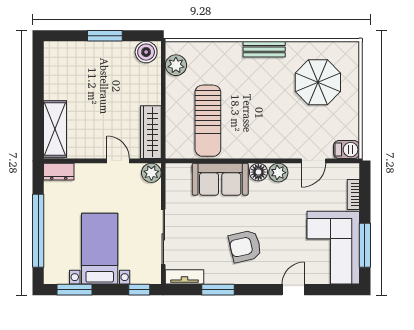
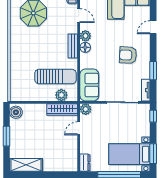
bench: (264, 49) -> (73, 46), moved
plant: (176, 65) -> (61, 95), moved
shelving: (55, 129) -> (26, 165), moved
sofa: (220, 179) -> (89, 85), moved
armchair: (245, 246) -> (128, 55), turned 106
bed with nightstands: (100, 249) -> (129, 154), moved
door: (293, 290) -> (153, 27), hinge flipped

